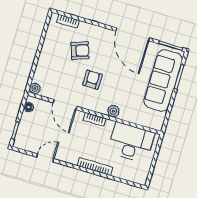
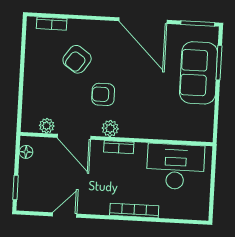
armchair: (80, 51) -> (77, 59), turned 144
armchair: (92, 80) -> (103, 94), turned -90
sofa: (163, 80) -> (199, 73), width x0.73
plant: (35, 88) -> (47, 126), moved
plant: (113, 111) -> (110, 128), moved

